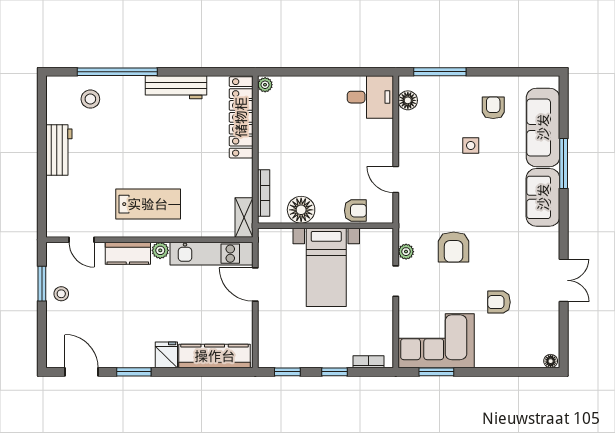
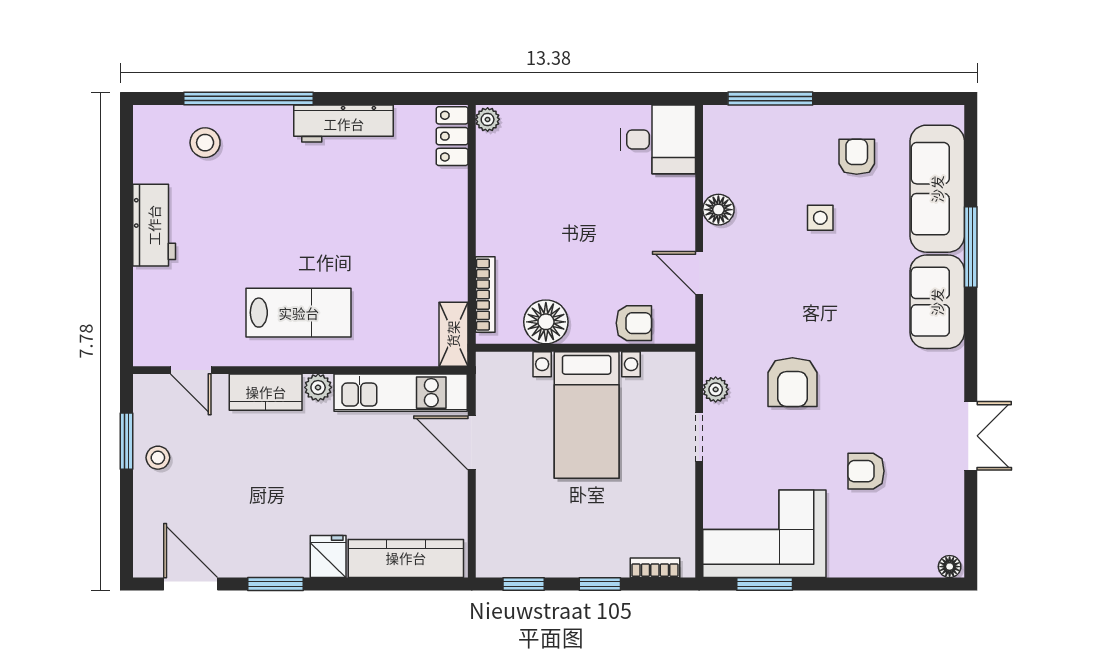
floor lamp: (408, 100) -> (718, 210), moved
locker: (241, 117) -> (452, 136), width x0.46, depth x0.83

